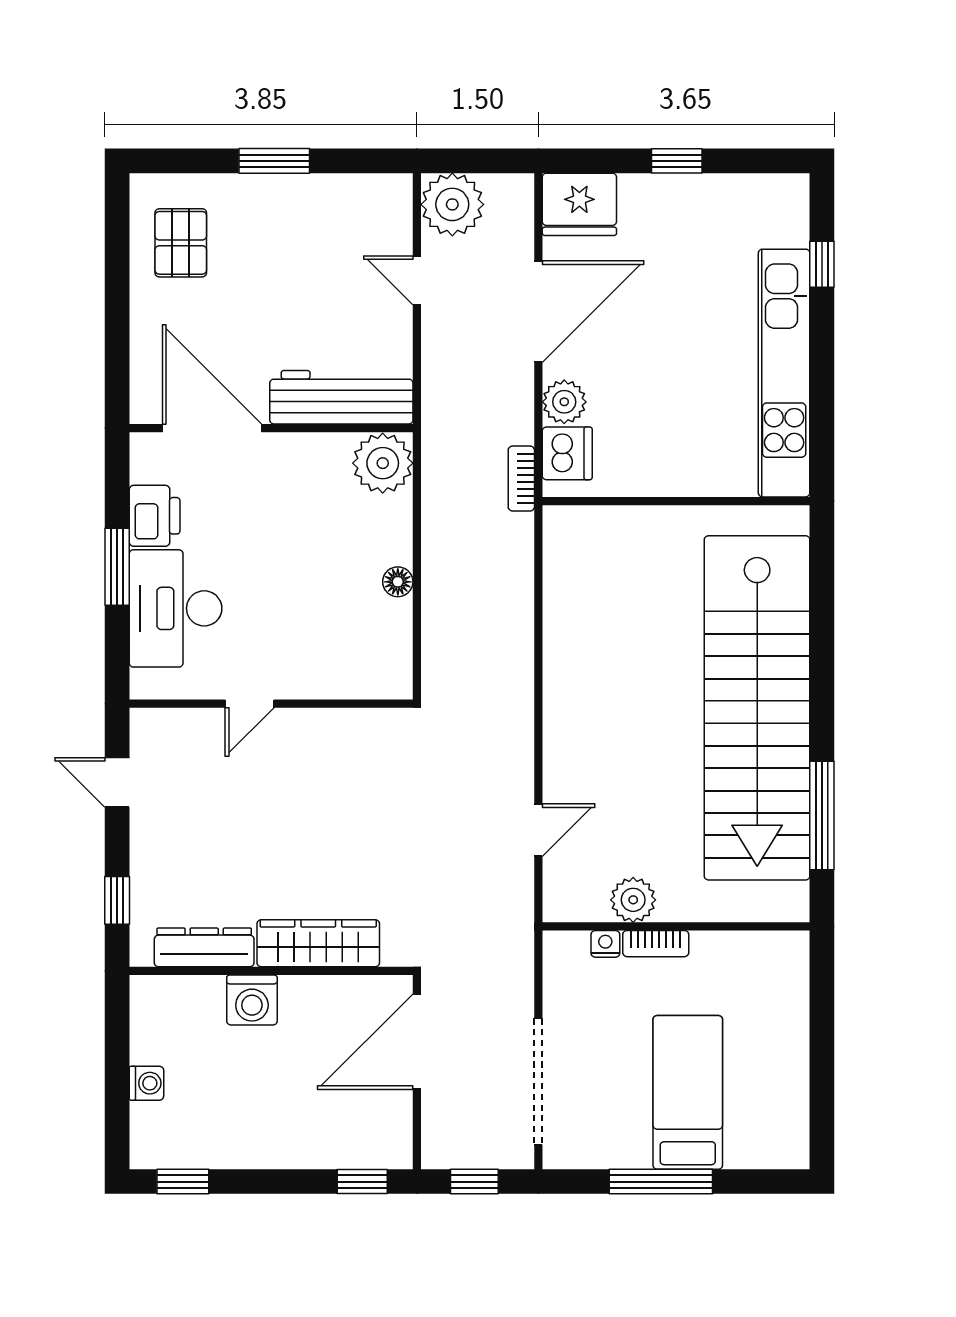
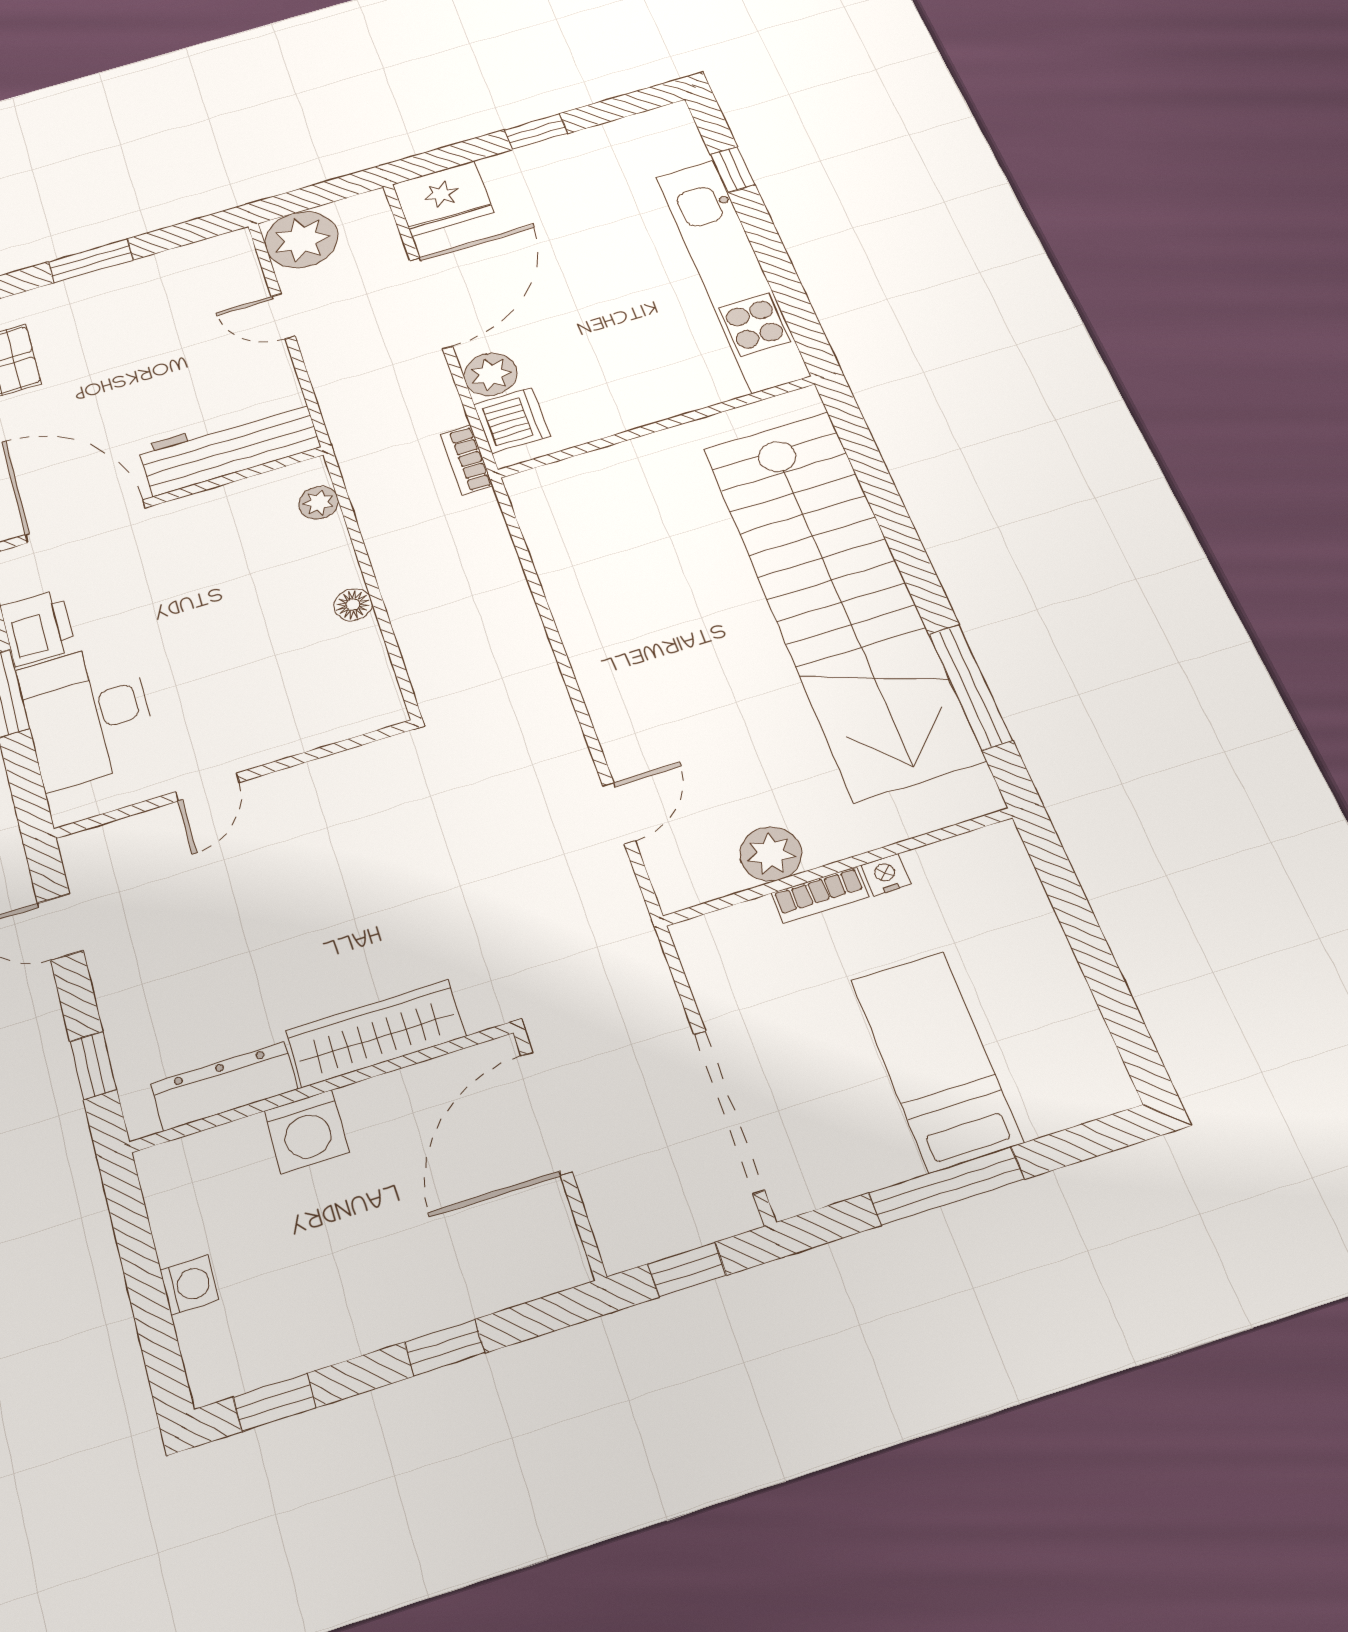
plant: (383, 463) -> (319, 503), width x0.53, depth x0.53
nightstand: (605, 944) -> (886, 875), moved
window: (362, 1182) -> (445, 1348), moved

